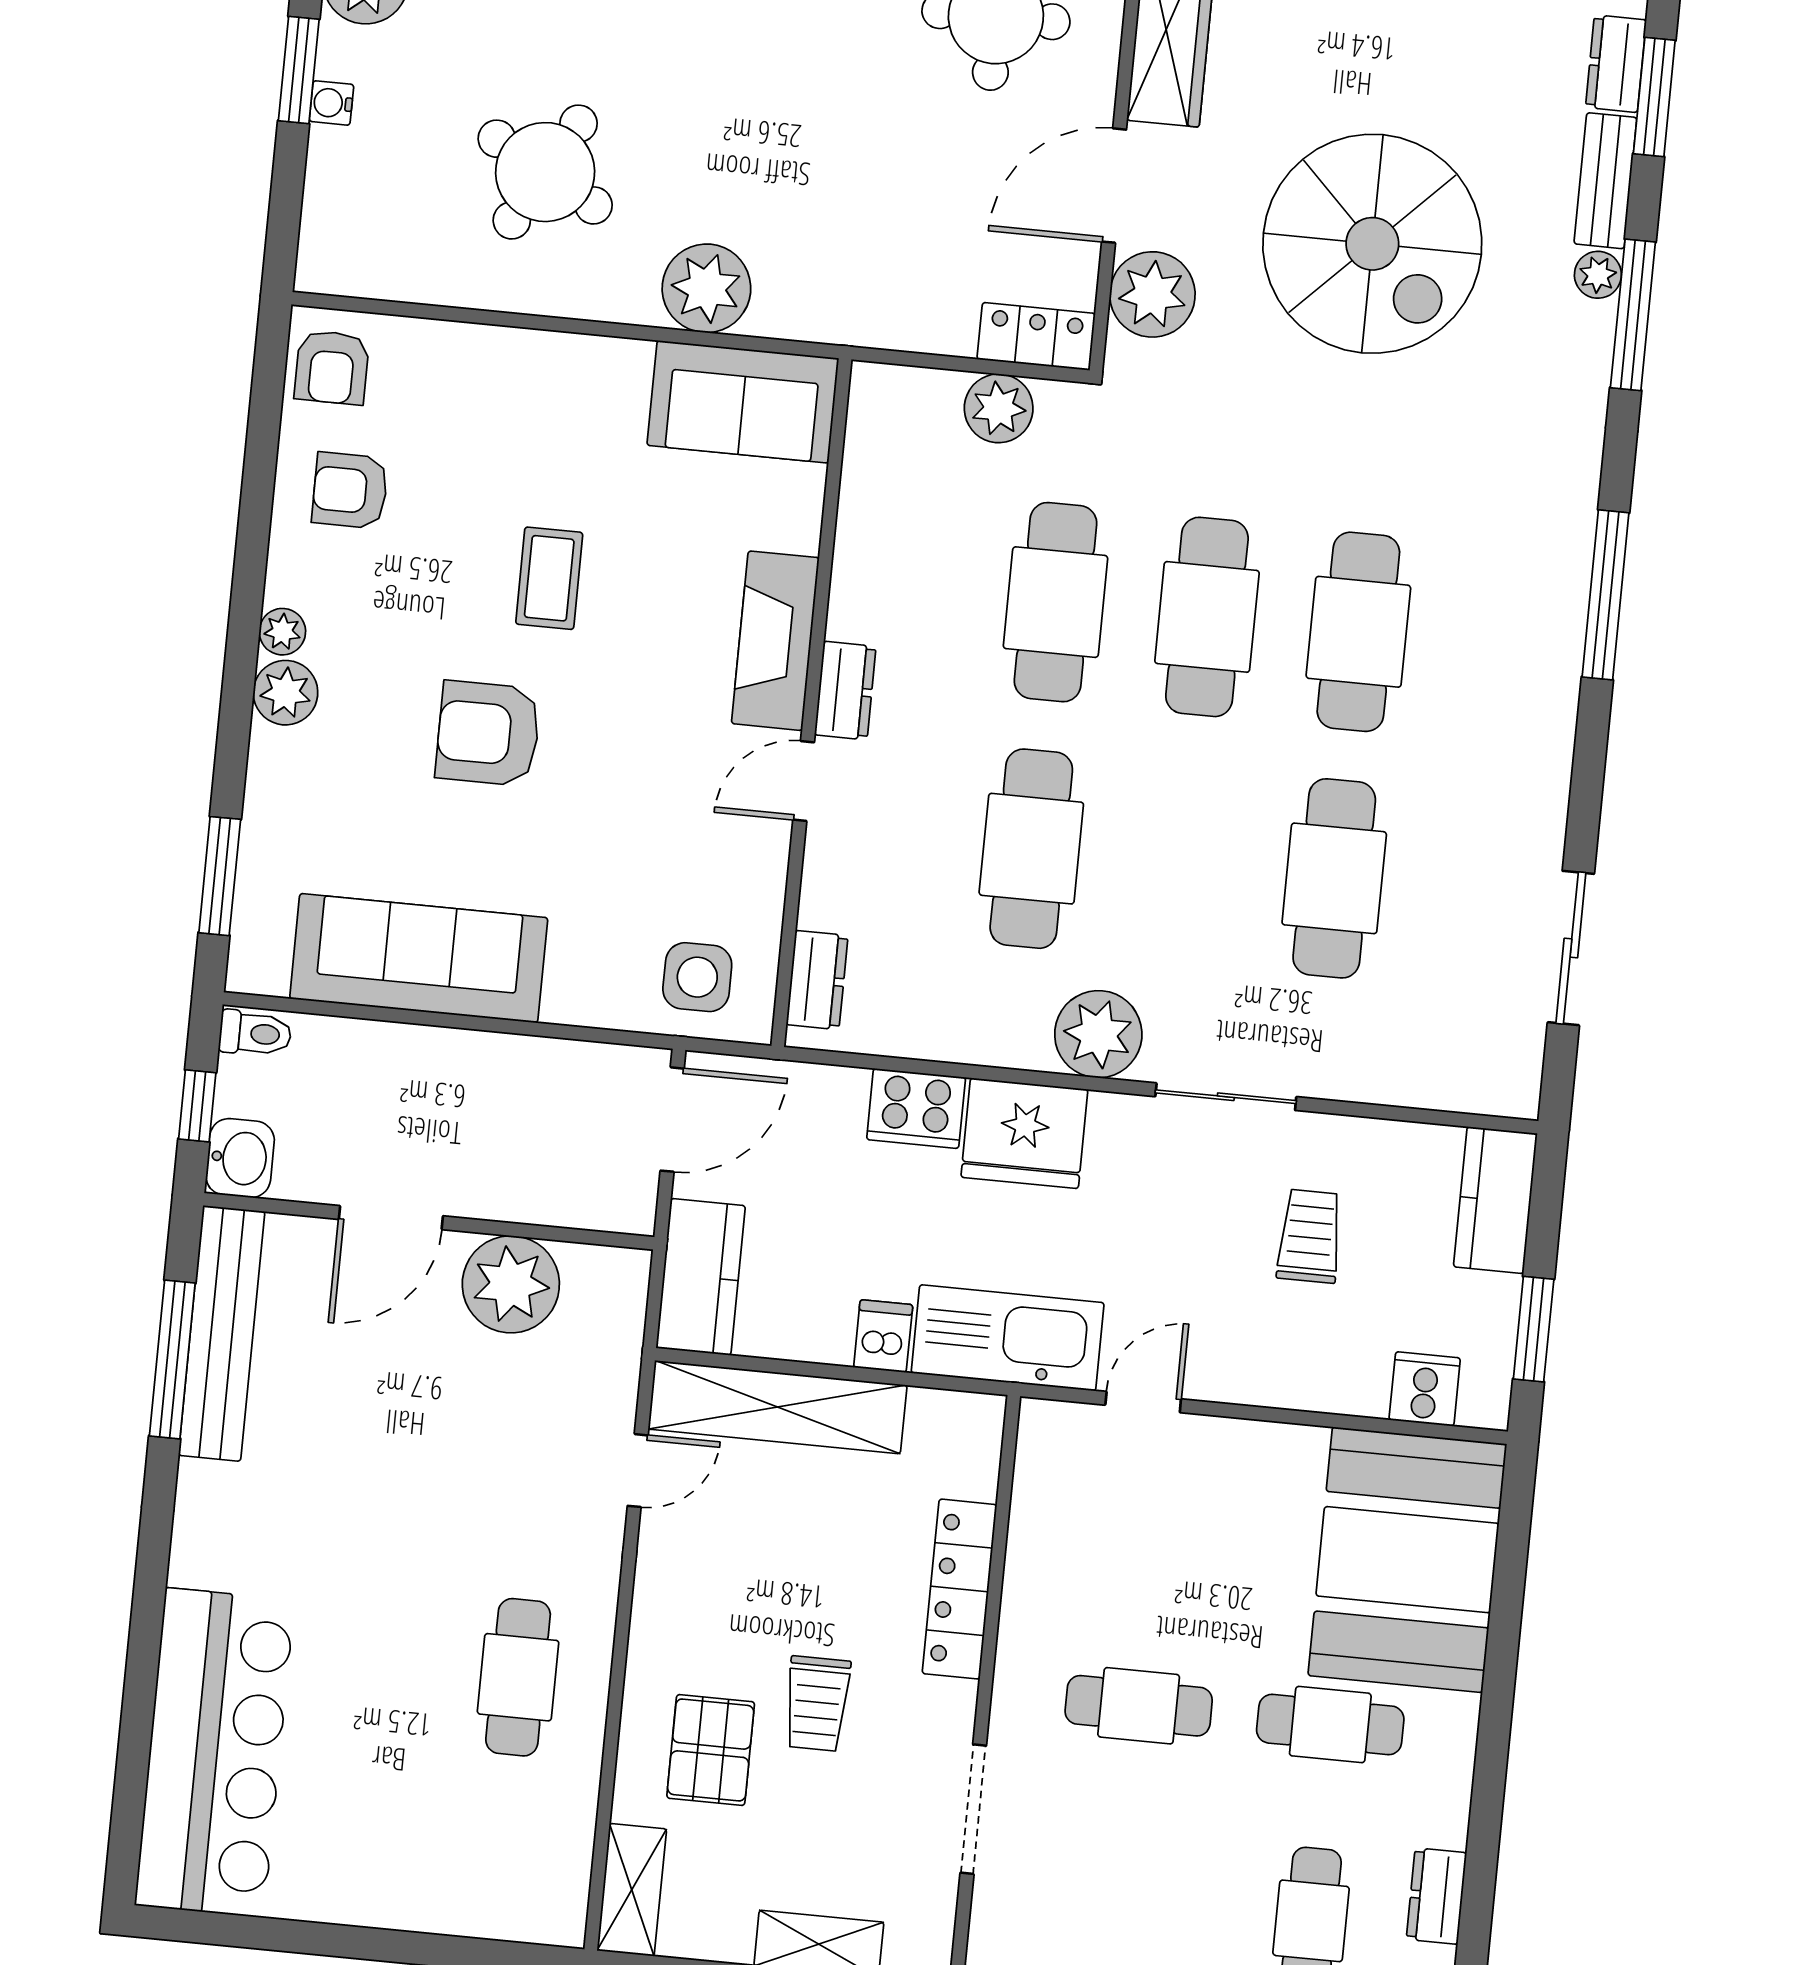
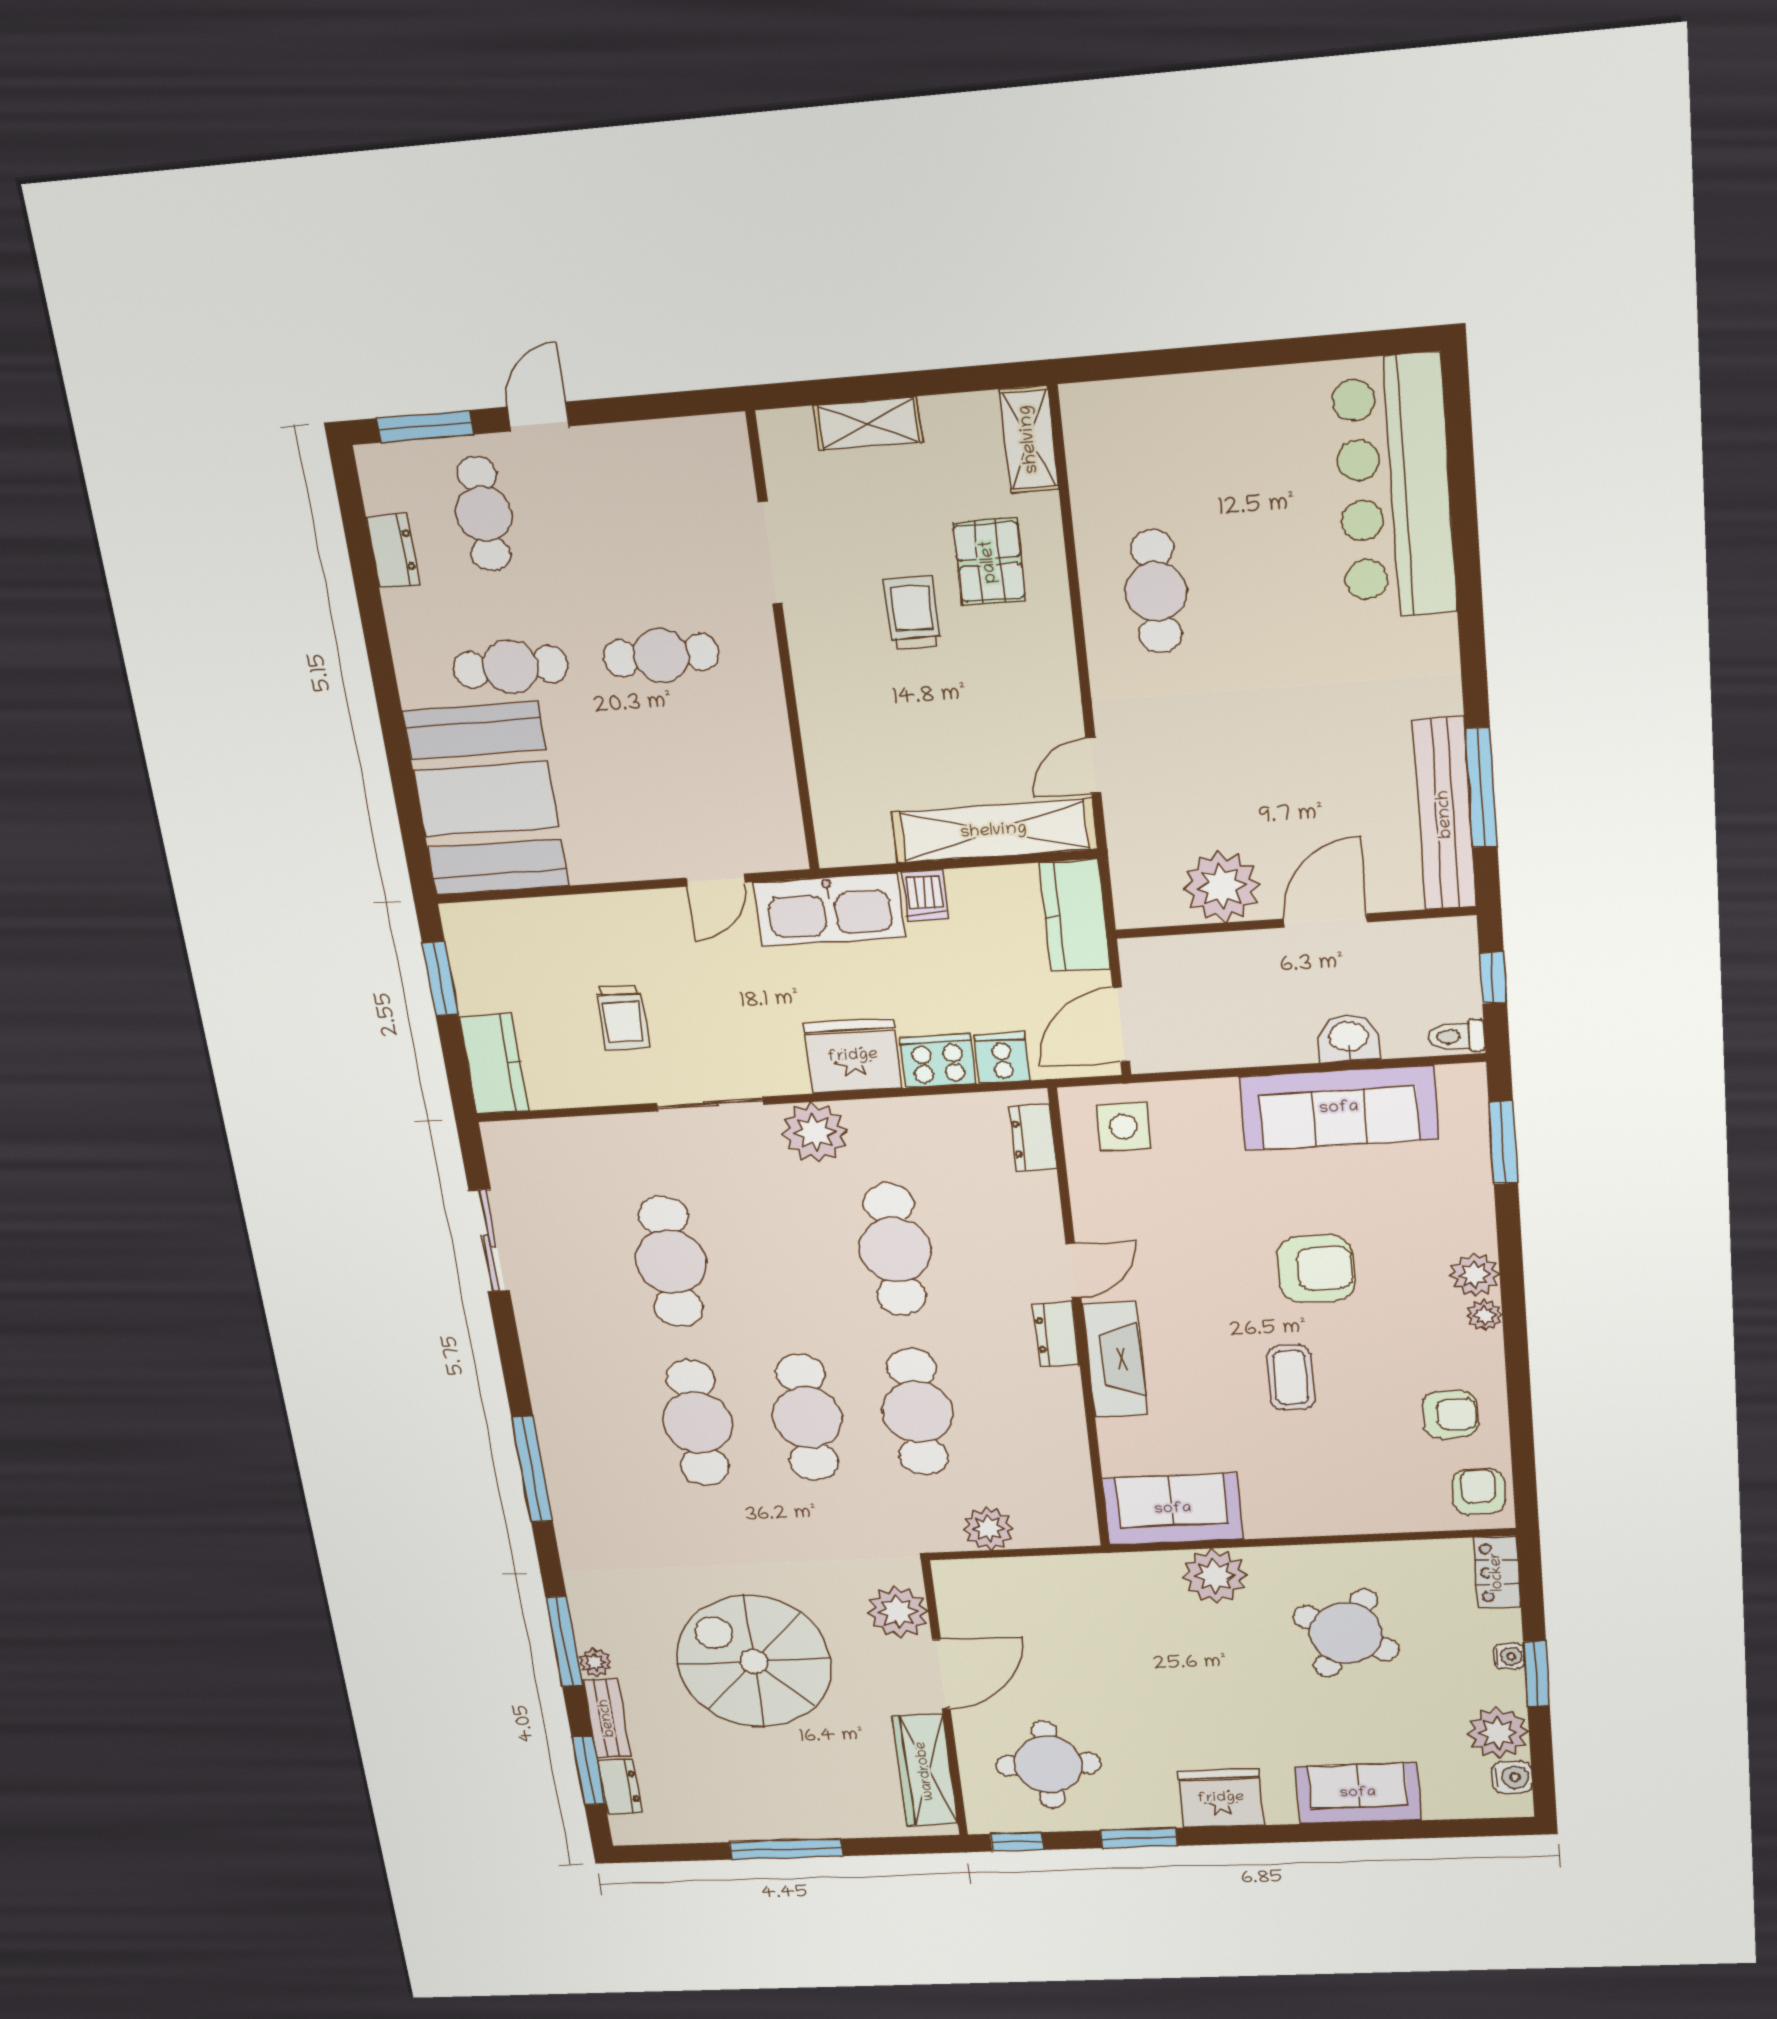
locker: (1036, 336) -> (1497, 1572), moved, turned 90
washbasin: (240, 1158) -> (1348, 1038), moved, turned 90
cooker: (1425, 1389) -> (1002, 1058), moved, turned 180
locker: (960, 1589) -> (822, 719), removed

